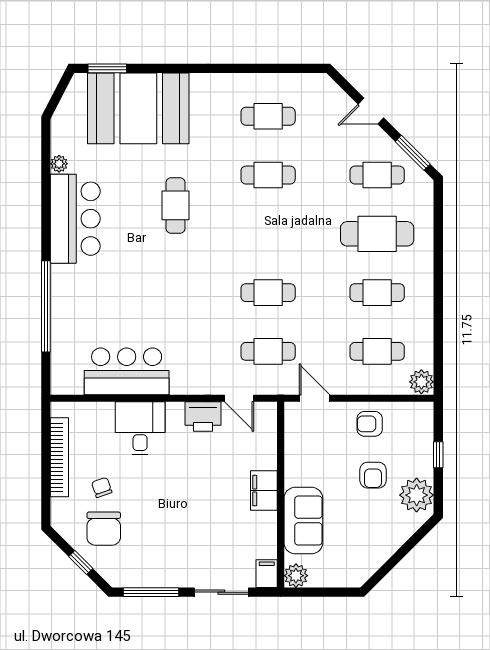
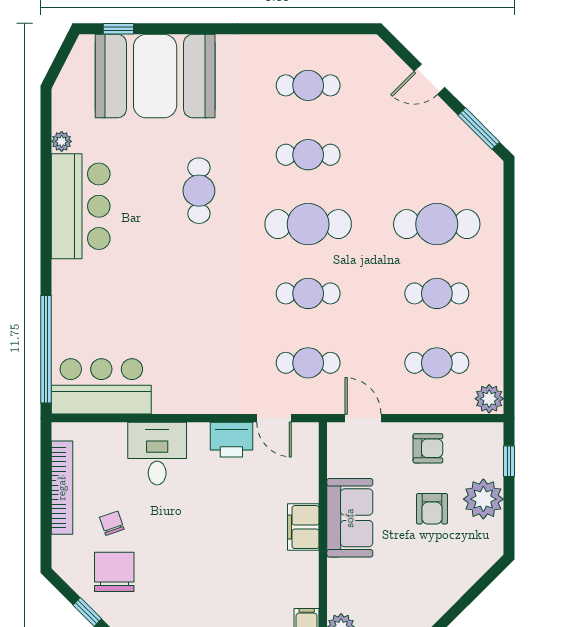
window: (107, 68) -> (118, 29), width x0.67
cafe table: (377, 175) -> (308, 224), moved, width x1.37, depth x1.35
window: (46, 306) -> (46, 349), moved
bar counter: (127, 371) -> (101, 386), moved
armchair: (370, 424) -> (428, 448), turned 180
window: (438, 455) -> (509, 461), moved
plant: (417, 495) -> (483, 499), moved
sofa: (303, 521) -> (350, 518), moved
chair: (104, 529) -> (114, 572), turned 180

